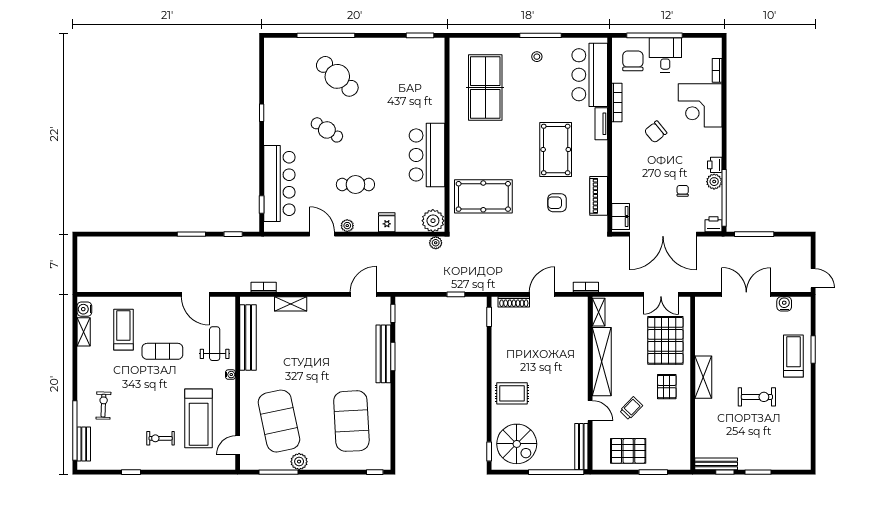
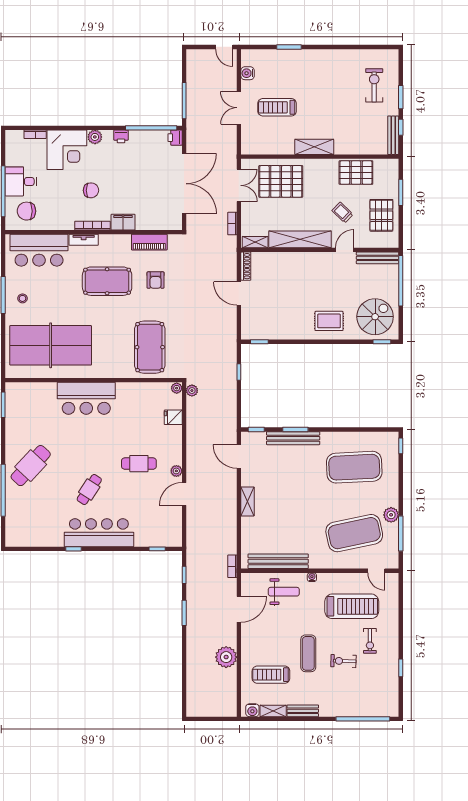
cafe table: (337, 76) -> (31, 466), moved
table tennis table: (485, 87) -> (51, 345), width x1.36, depth x1.32
bookcase: (617, 103) -> (92, 226), moved
chair: (656, 132) -> (91, 190), turned -51
bar counter: (427, 155) -> (86, 398), moved
plant: (714, 182) -> (95, 137), moved
bar counter: (279, 183) -> (99, 533), moved
cafe table: (355, 184) -> (139, 464), turned 90
chair: (683, 191) -> (145, 166), removed
filing cabinet: (621, 216) -> (123, 222), moved
plant: (433, 221) -> (177, 388), width x0.53, depth x0.53
fridge: (387, 222) -> (173, 417), moved
door: (813, 278) -> (224, 47), swing flipped
plant: (143, 280) -> (226, 657), added
bookcase: (264, 287) -> (232, 566), moved
bookcase: (586, 287) -> (232, 224), moved
double door: (746, 294) -> (239, 108), width x0.73
shoe rack: (514, 302) -> (246, 266), moved
shelving: (291, 304) -> (248, 501), moved
weight bench: (215, 344) -> (284, 592), turned 180
exercise mat: (162, 351) -> (308, 653), moved
treadmill: (793, 356) -> (277, 107), moved
pallet: (667, 387) -> (356, 173), moved, width x1.50, depth x1.42
rug: (512, 393) -> (329, 321), turned 90
exercise bike: (757, 397) -> (374, 85), moved
exercise bike: (103, 406) -> (343, 661), moved
bench: (84, 444) -> (303, 711), moved

